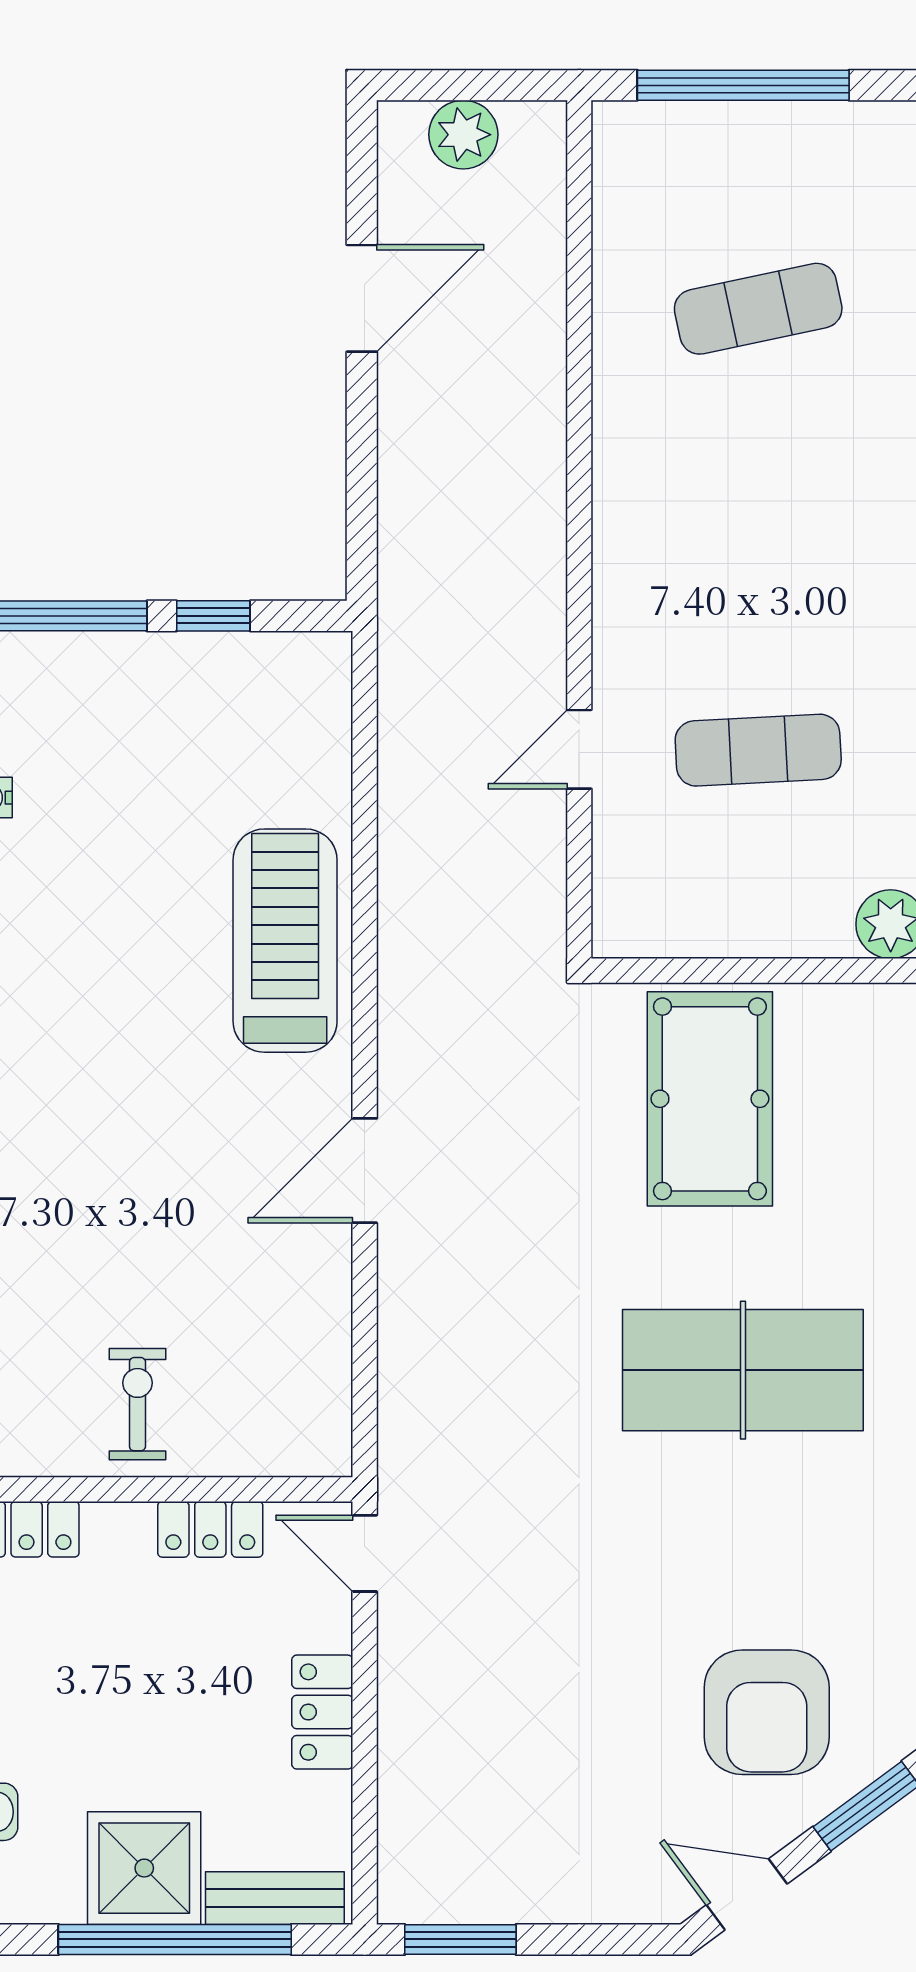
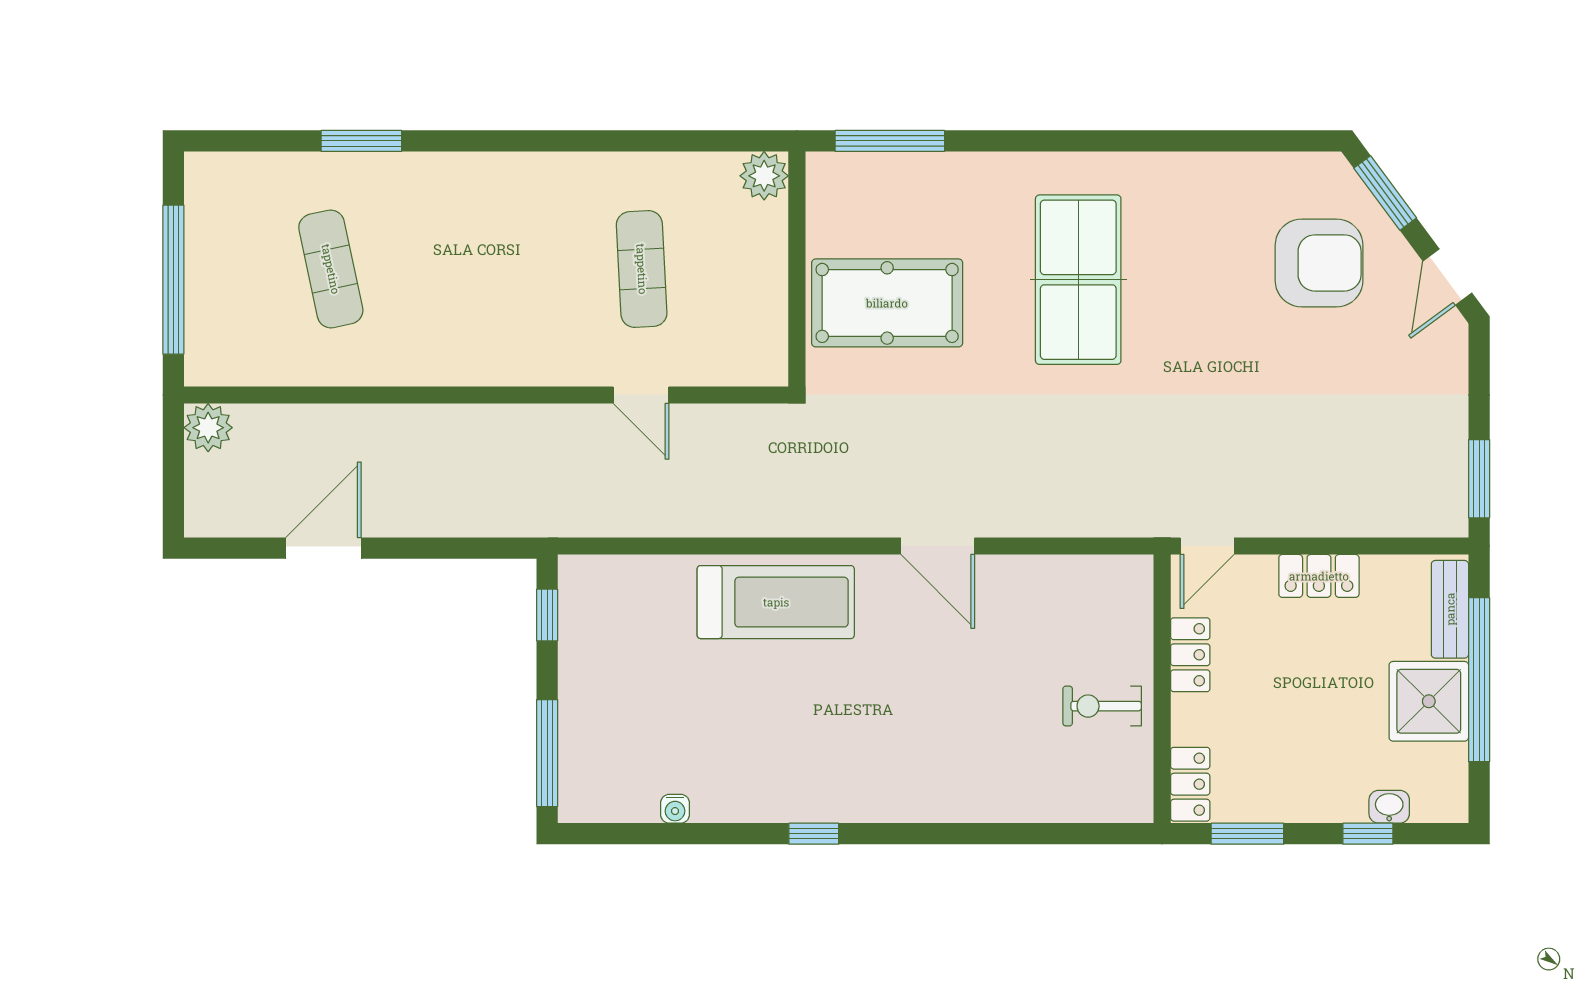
plant: (463, 135) -> (208, 428), moved
door: (362, 298) -> (323, 548), hinge flipped
window: (213, 616) -> (547, 615), moved
treadmill: (285, 941) -> (776, 602), turned 180

